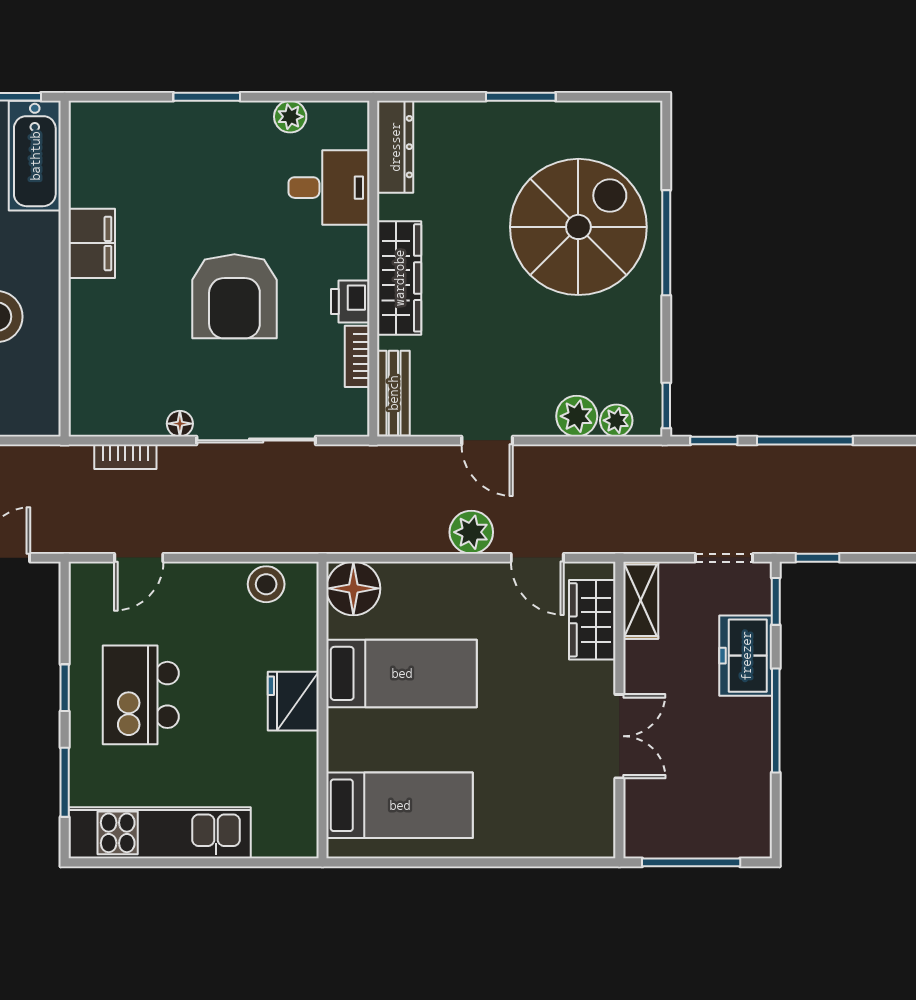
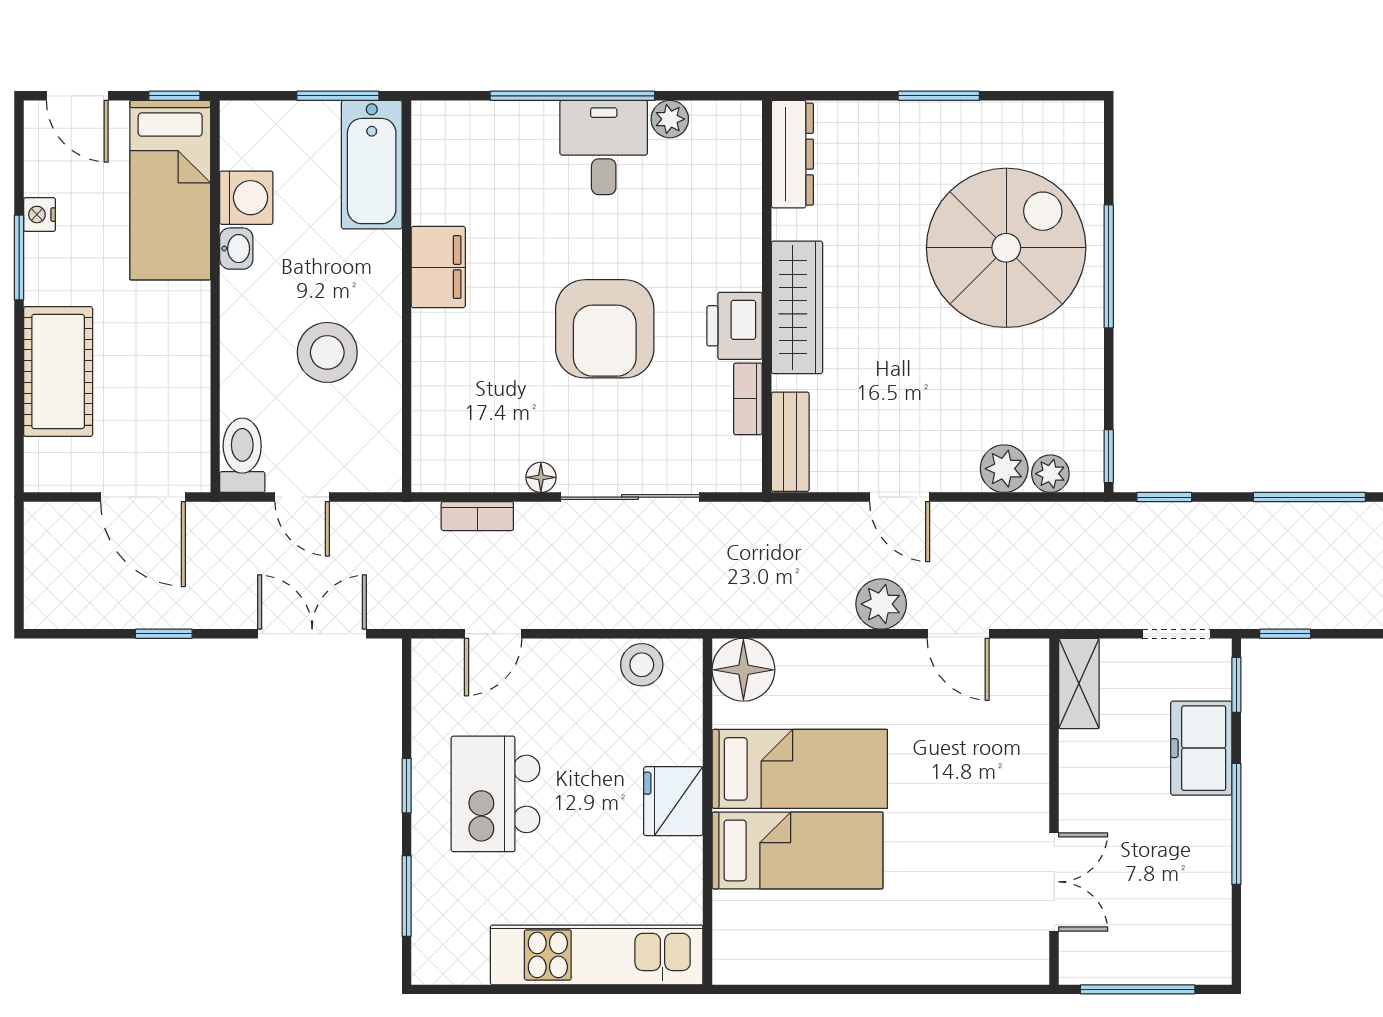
window: (207, 97) -> (572, 96), width x2.11
desk: (329, 188) -> (604, 148), moved, turned -90
printer: (350, 302) -> (734, 326), width x1.36, depth x1.24
window: (805, 440) -> (1309, 497), moved
wardrobe: (592, 620) -> (1022, 706), removed
double door: (619, 736) -> (1054, 882), moved
bed: (400, 805) -> (797, 850), moved
kitchen unit: (160, 833) -> (597, 955), moved

